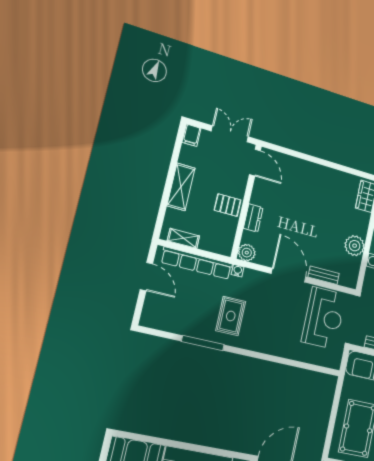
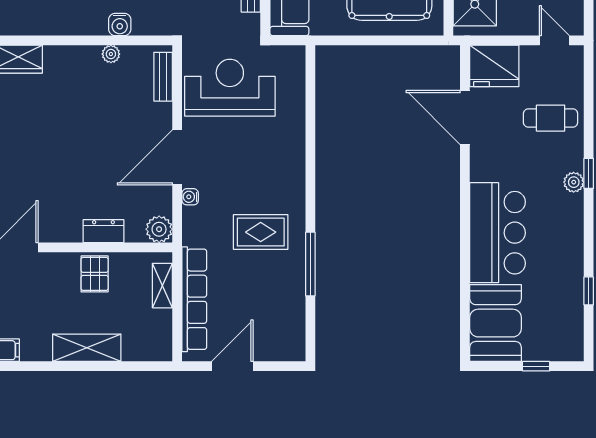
shelving: (183, 238) -> (162, 286), moved
plant: (355, 246) -> (111, 54), width x0.53, depth x0.53
water cooler: (238, 271) -> (190, 197), moved
bench: (324, 275) -> (163, 77), moved

